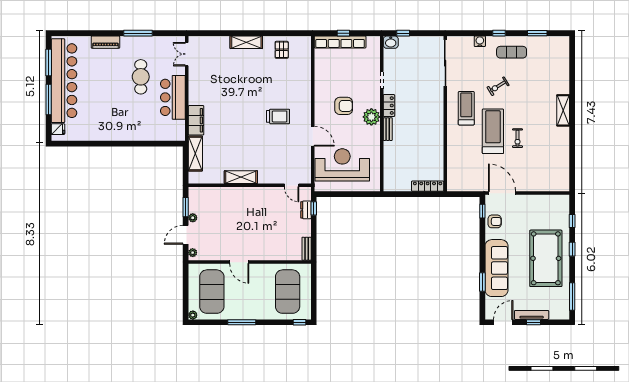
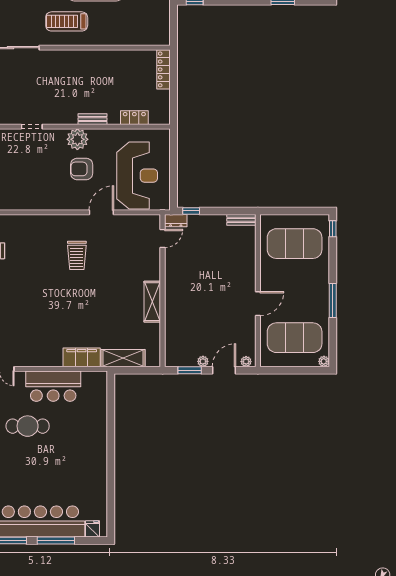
armchair: (344, 106) -> (82, 169), moved, turned -90
locker: (389, 106) -> (134, 118), moved
trolley: (278, 116) -> (77, 255), turned 180
reception desk: (342, 165) -> (137, 176), turned 180
dresser: (306, 210) -> (176, 221), moved
door: (186, 235) -> (224, 370), swing flipped

